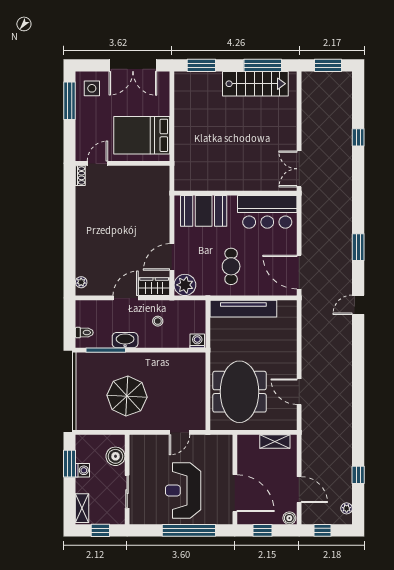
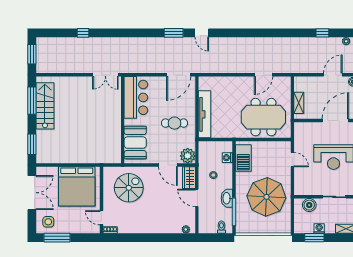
bed: (142, 135) -> (77, 186), width x1.36
spiral stairs: (140, 202) -> (129, 188), added
window: (358, 247) -> (174, 33), moved
washing machine: (197, 341) -> (227, 158), moved
barbecue: (182, 363) -> (243, 158), added
parasol: (127, 396) -> (266, 197), width x1.36, depth x1.36
shelving: (275, 442) -> (299, 103), moved

